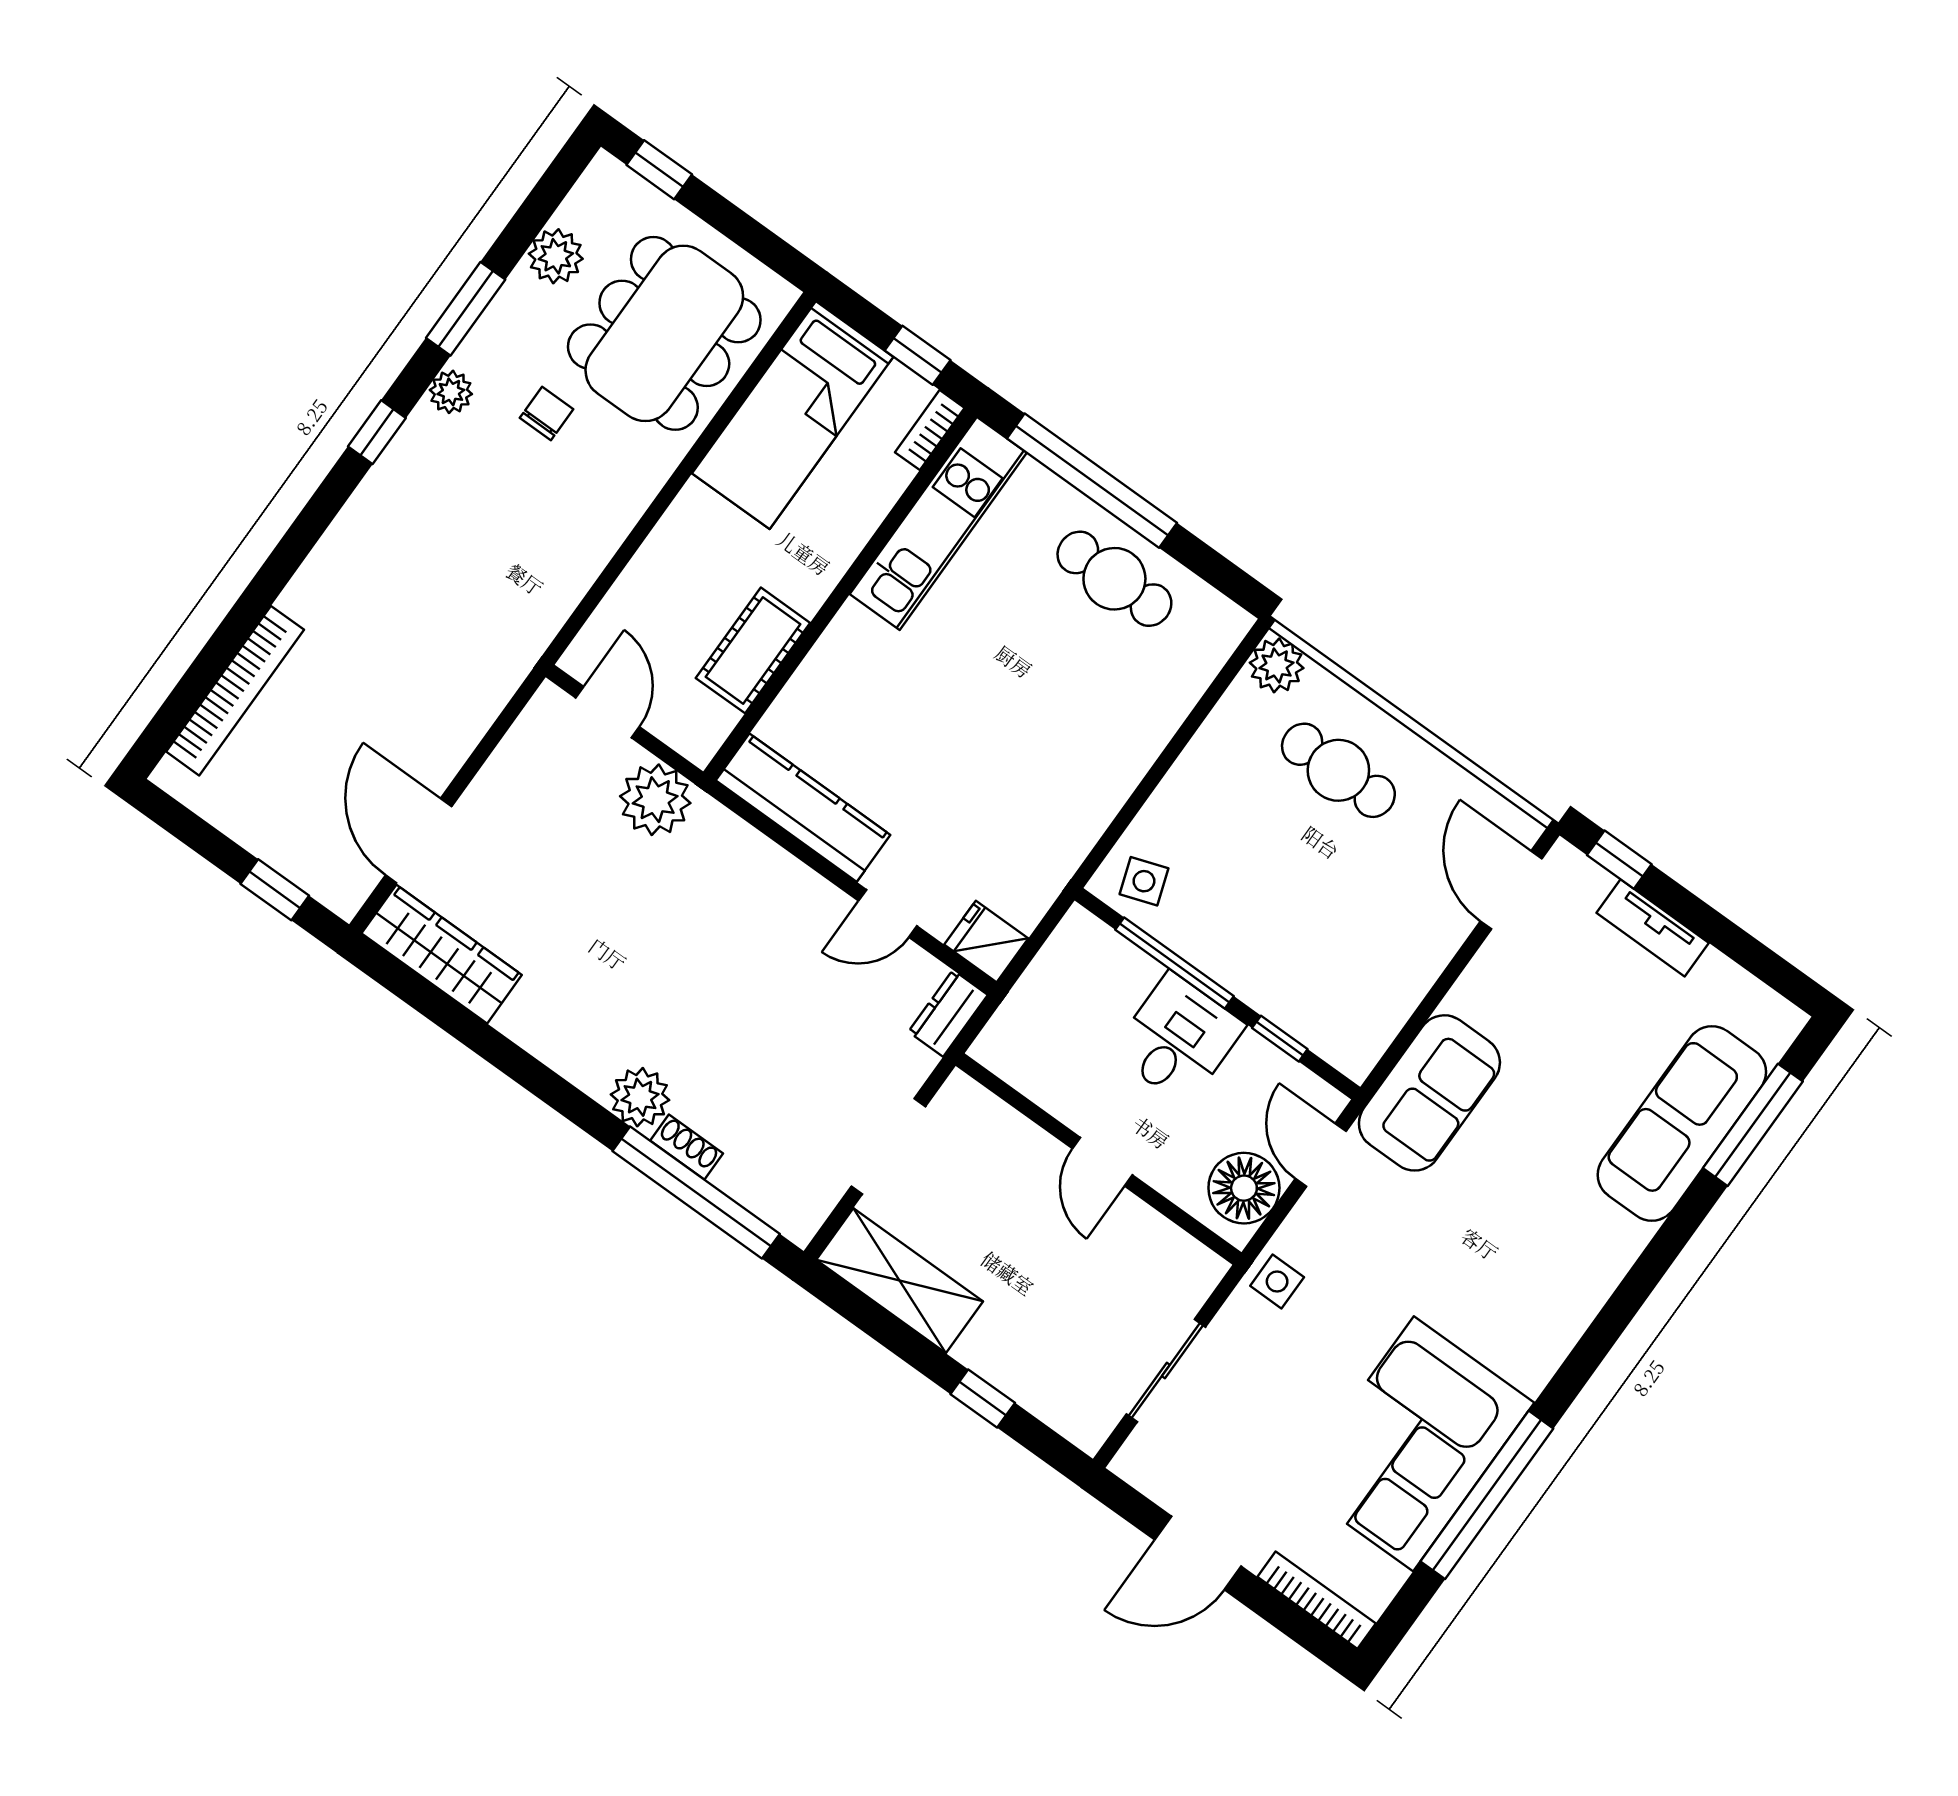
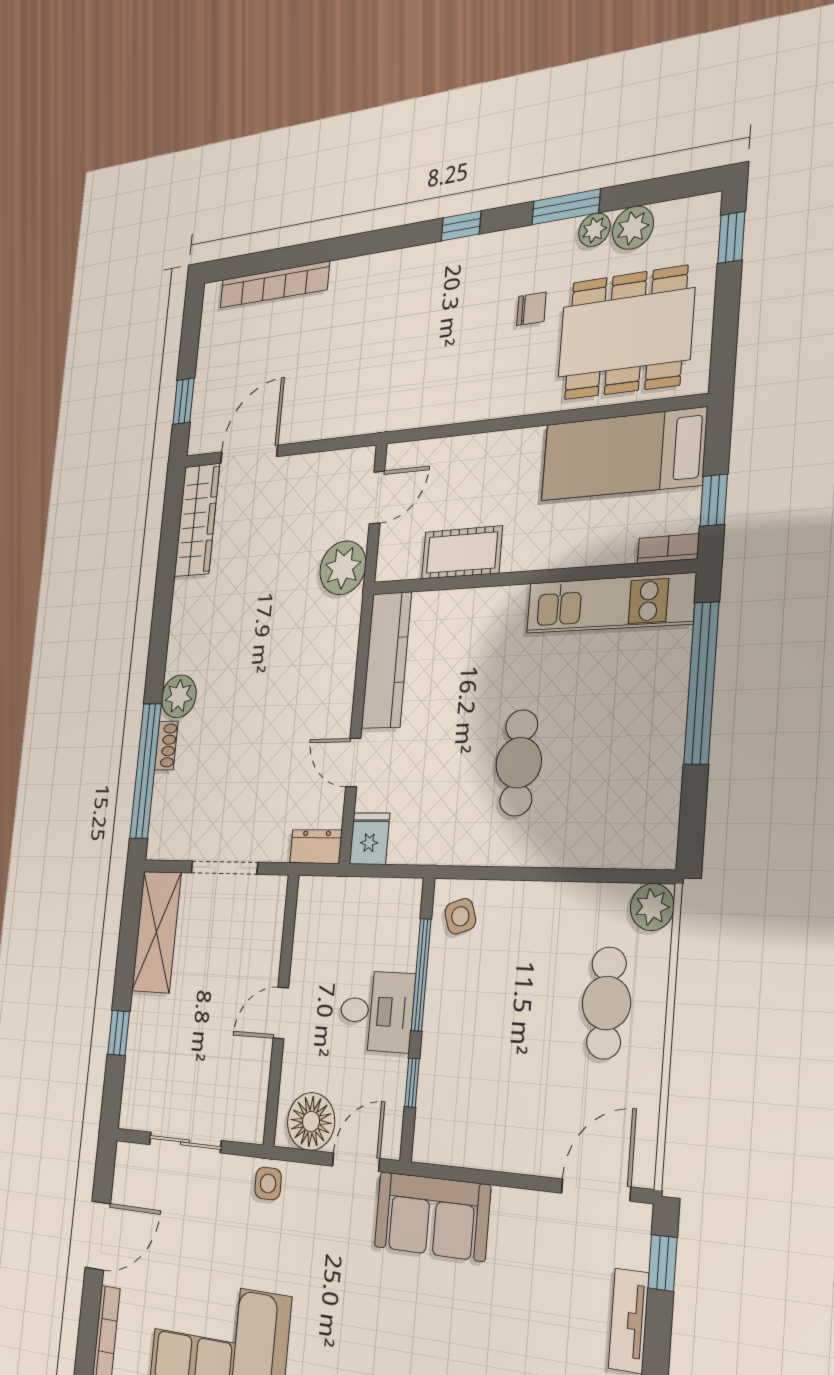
plant: (451, 392) -> (594, 230), moved
cafe table: (1114, 579) -> (519, 763), moved
door: (1198, 1553) -> (98, 1236), swing flipped

